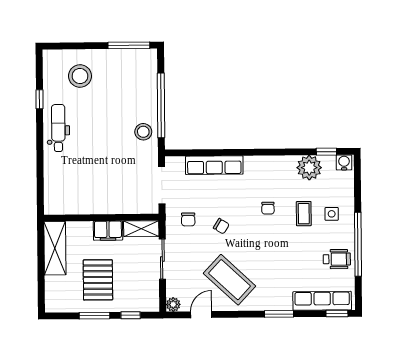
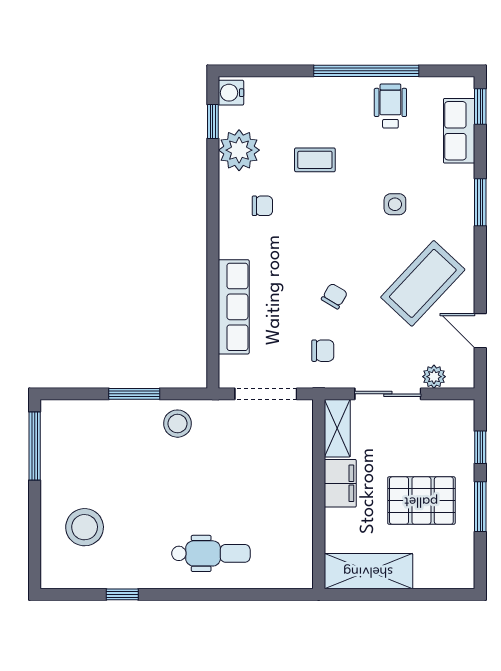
window: (161, 105) -> (134, 394), width x0.47
dental chair: (58, 128) -> (211, 553), moved, turned 180
chair: (268, 208) -> (262, 206), moved
side table: (332, 214) -> (395, 204), moved
row of seats: (322, 301) -> (459, 131), width x0.68
plant: (173, 304) -> (434, 377), moved

